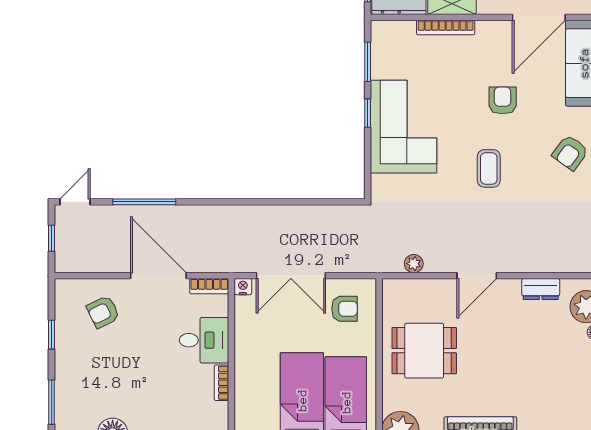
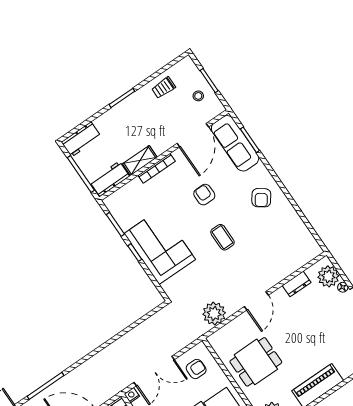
bookcase: (446, 27) -> (157, 168), moved
plant: (414, 264) -> (214, 314), width x1.87, depth x1.87

